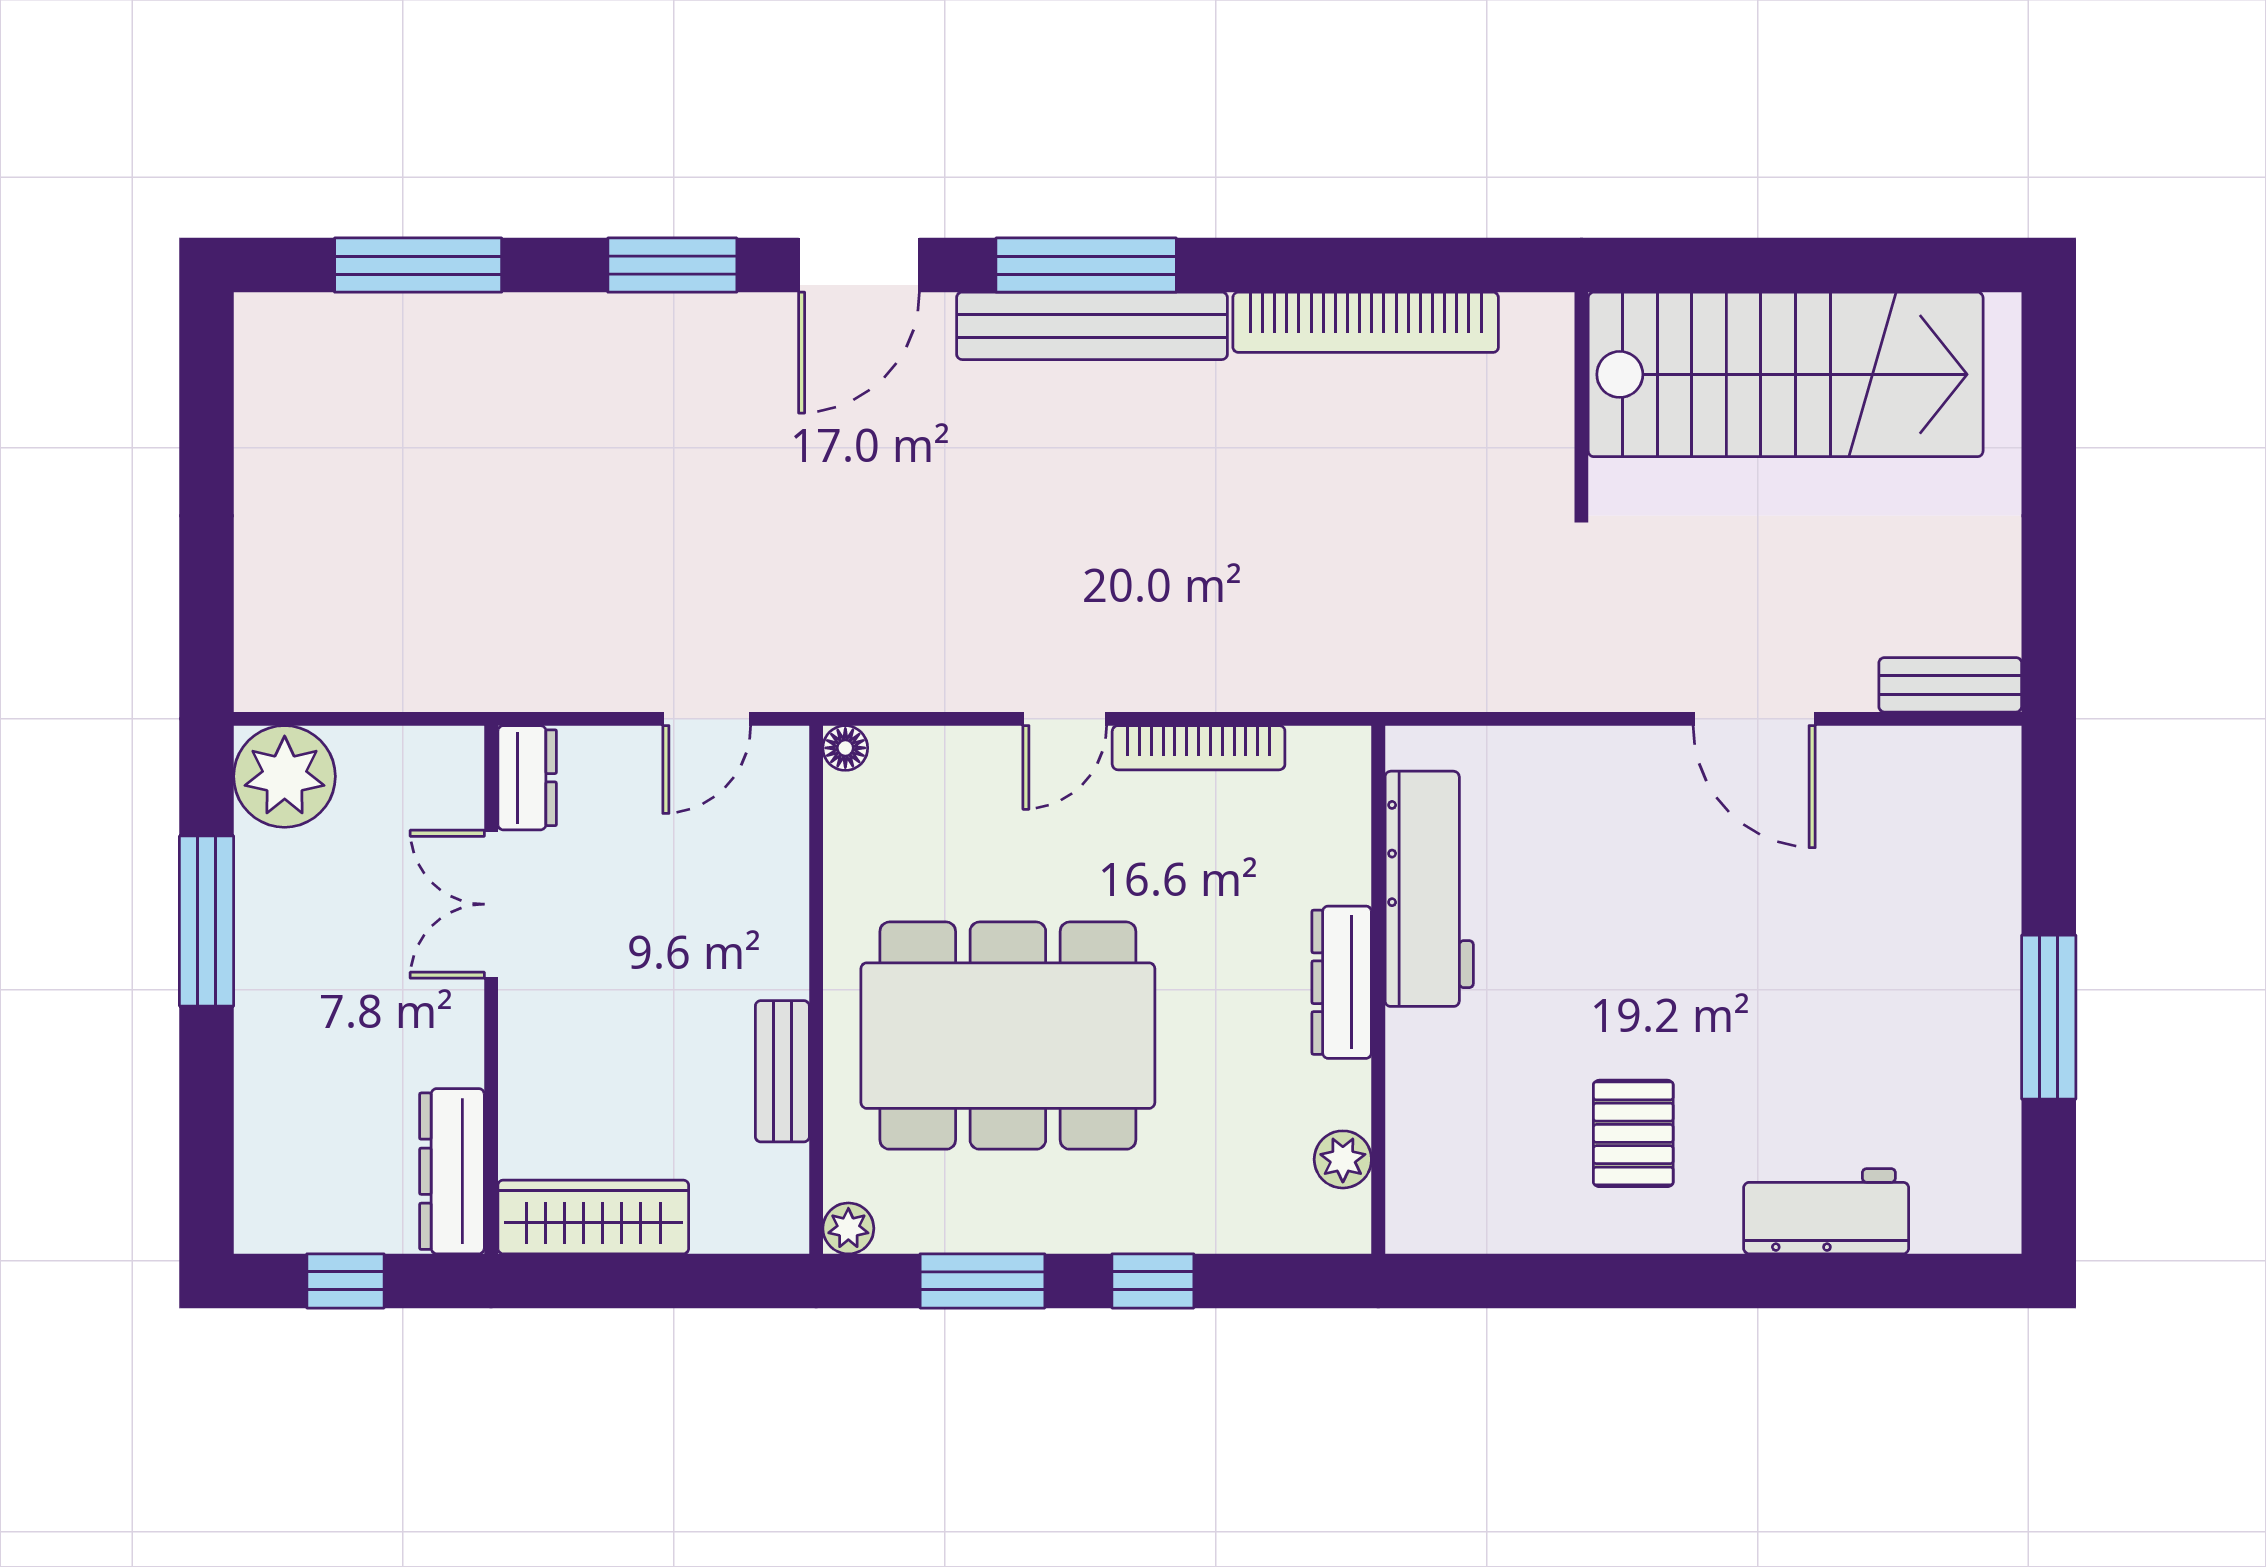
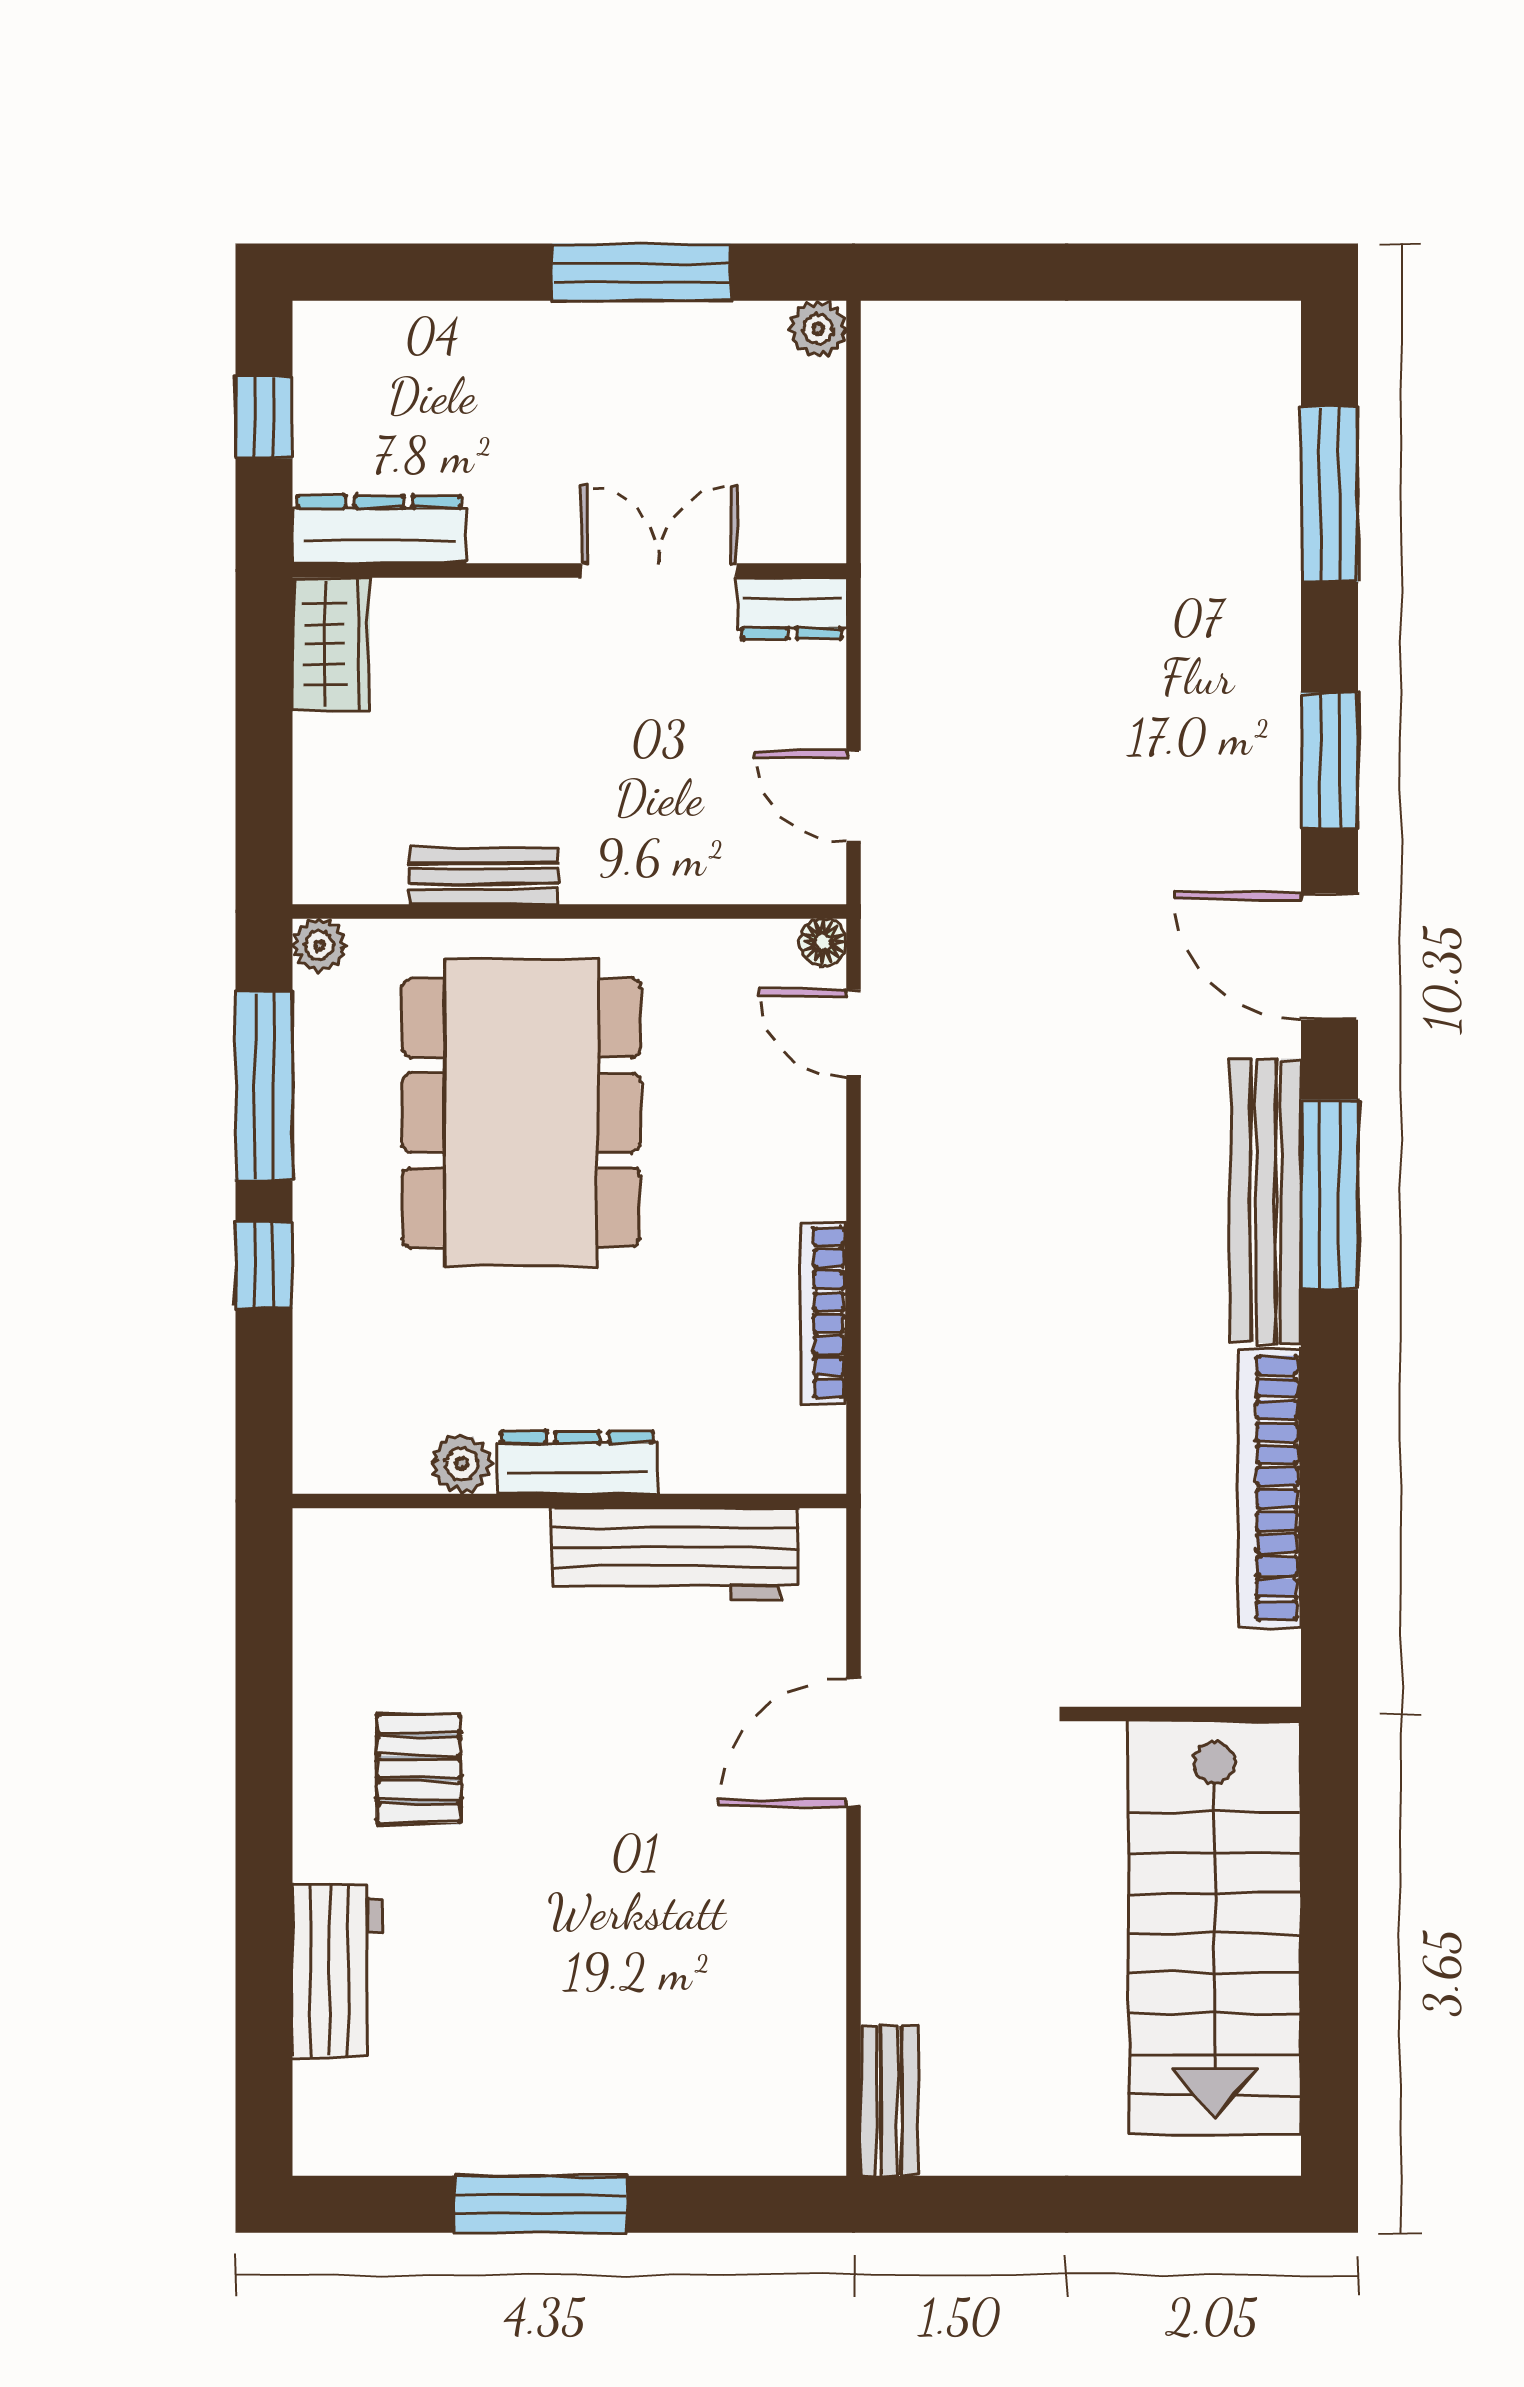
door: (1065, 719) -> (854, 1034), moved
door: (1754, 719) -> (854, 1742), moved
plant: (285, 776) -> (818, 329), width x0.53, depth x0.53
pallet: (1633, 1133) -> (419, 1769), turned 90
plant: (1343, 1159) -> (462, 1464), moved
wardrobe: (593, 1217) -> (331, 644), width x0.67
window: (982, 1281) -> (264, 1086), width x1.44

